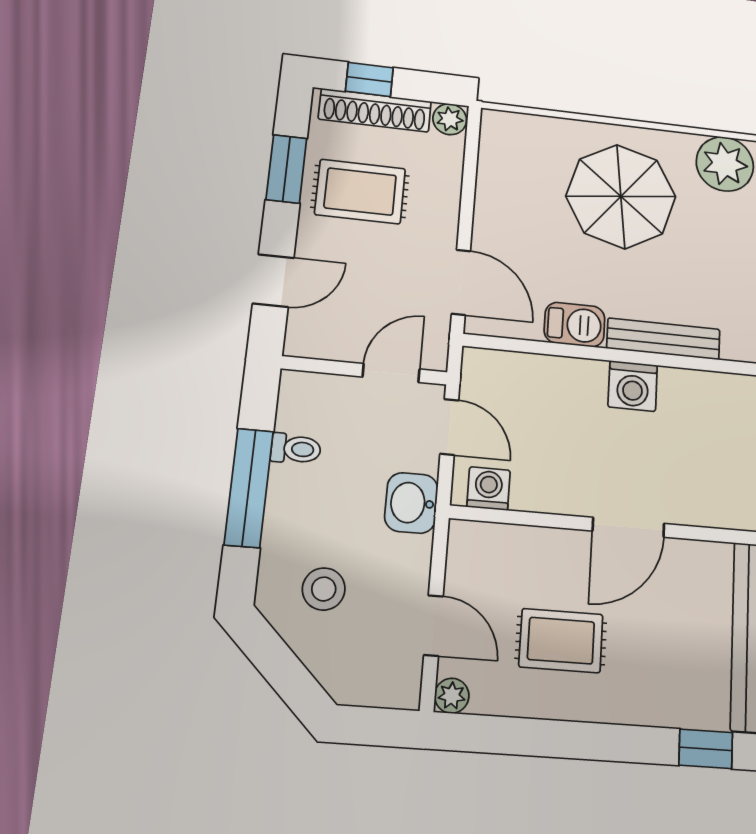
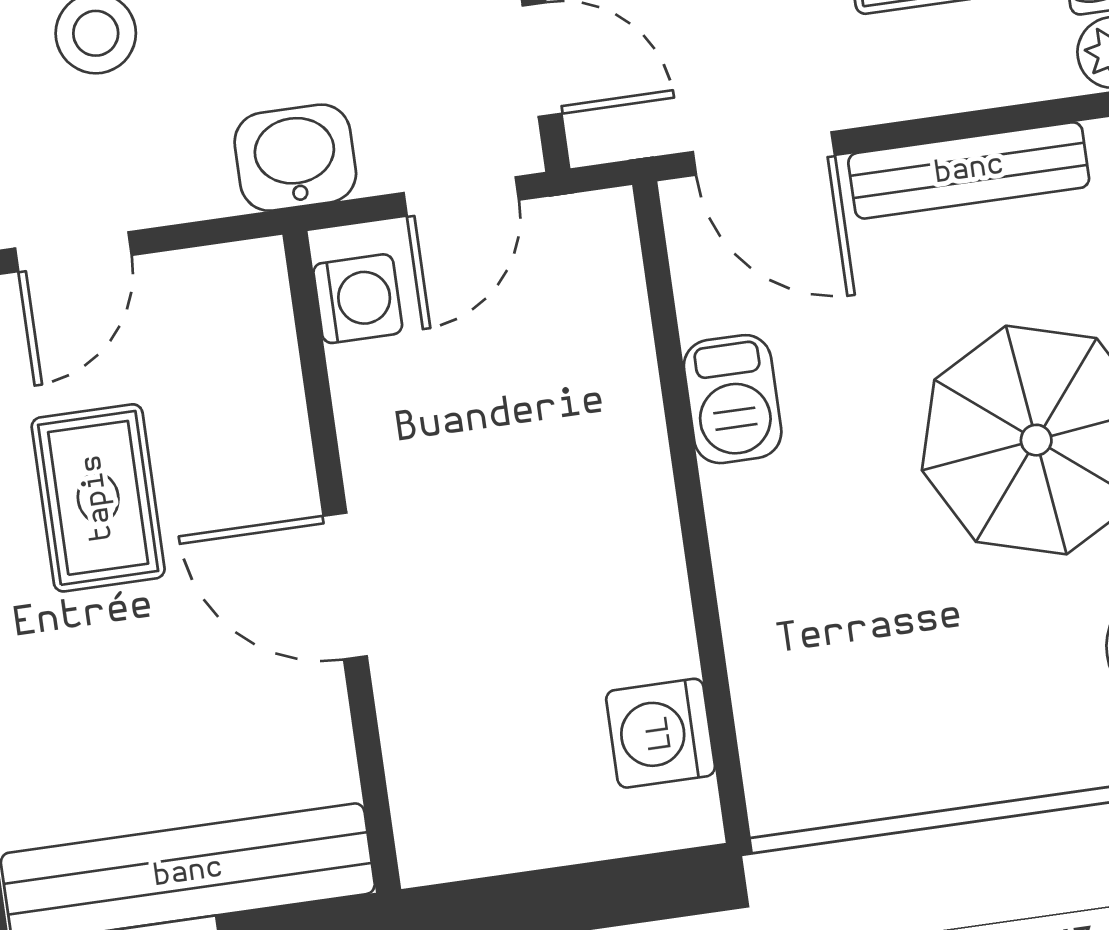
door: (461, 282) -> (764, 153), hinge flipped
bench: (664, 339) -> (969, 170), moved, turned 90
washing machine: (633, 386) -> (661, 733), moved

